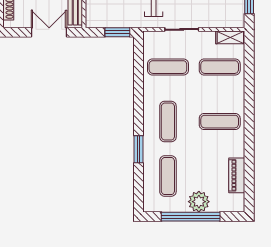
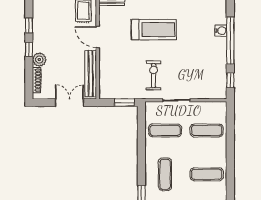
shelving: (230, 37) -> (215, 107), removed

